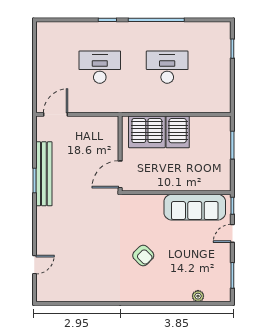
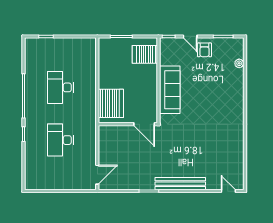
door: (56, 114) -> (97, 175), swing flipped
server rack: (178, 132) -> (145, 54), moved, turned 180
bench: (44, 174) -> (180, 184), moved
sofa: (195, 207) -> (170, 90), moved
armchair: (143, 255) -> (204, 50), moved, turned 135
door: (34, 265) -> (228, 191), moved

